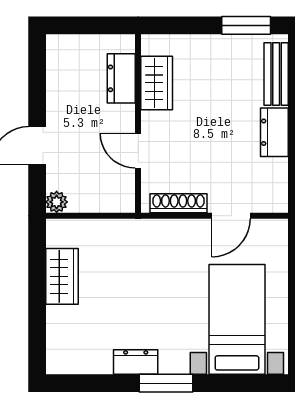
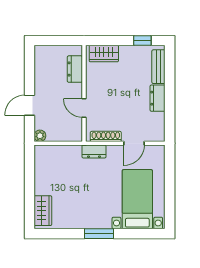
window: (246, 25) -> (142, 40), width x0.67
wardrobe: (157, 83) -> (104, 54), moved, turned 90
wardrobe: (62, 276) -> (43, 211), moved
dresser: (136, 362) -> (94, 151), moved, turned 180

